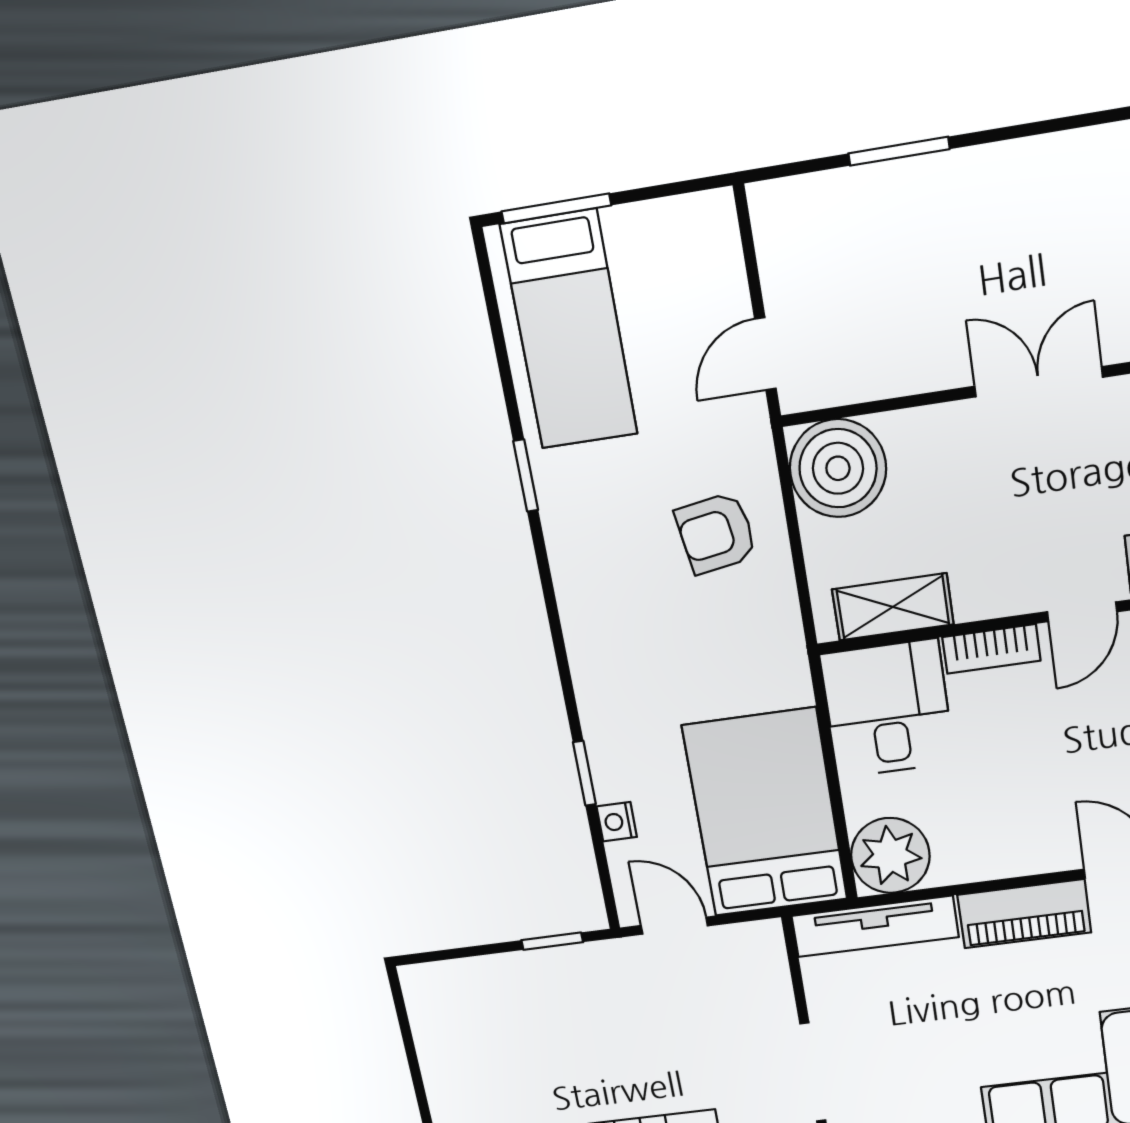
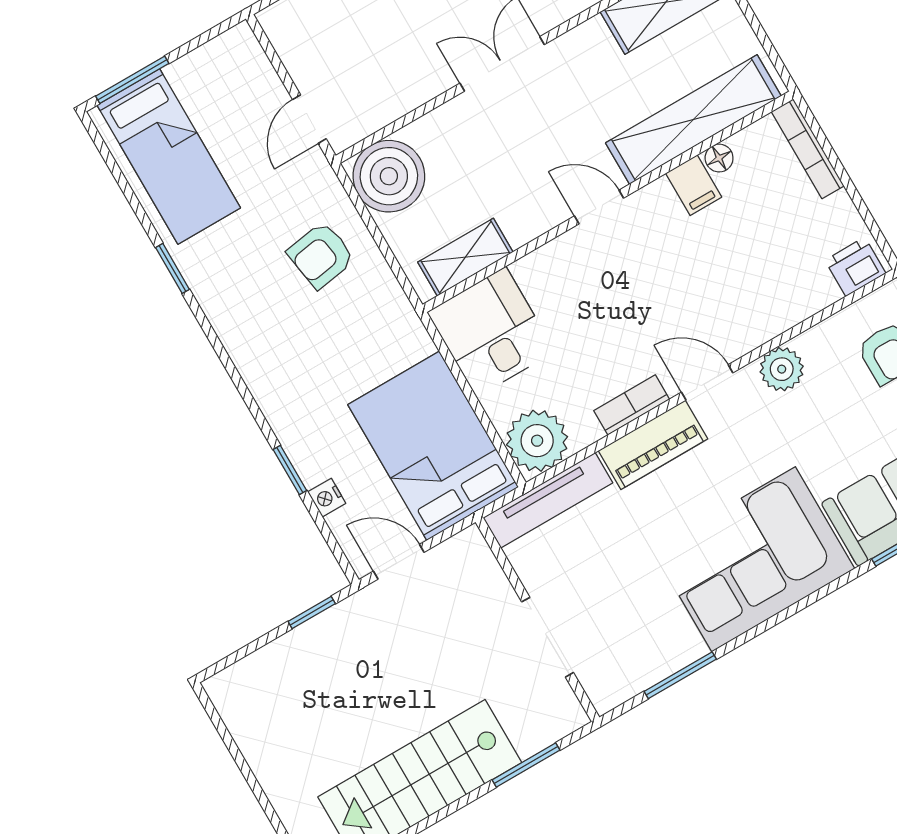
door: (1082, 612) -> (599, 207), swing flipped
bookcase: (991, 649) -> (632, 405), moved, turned 180

